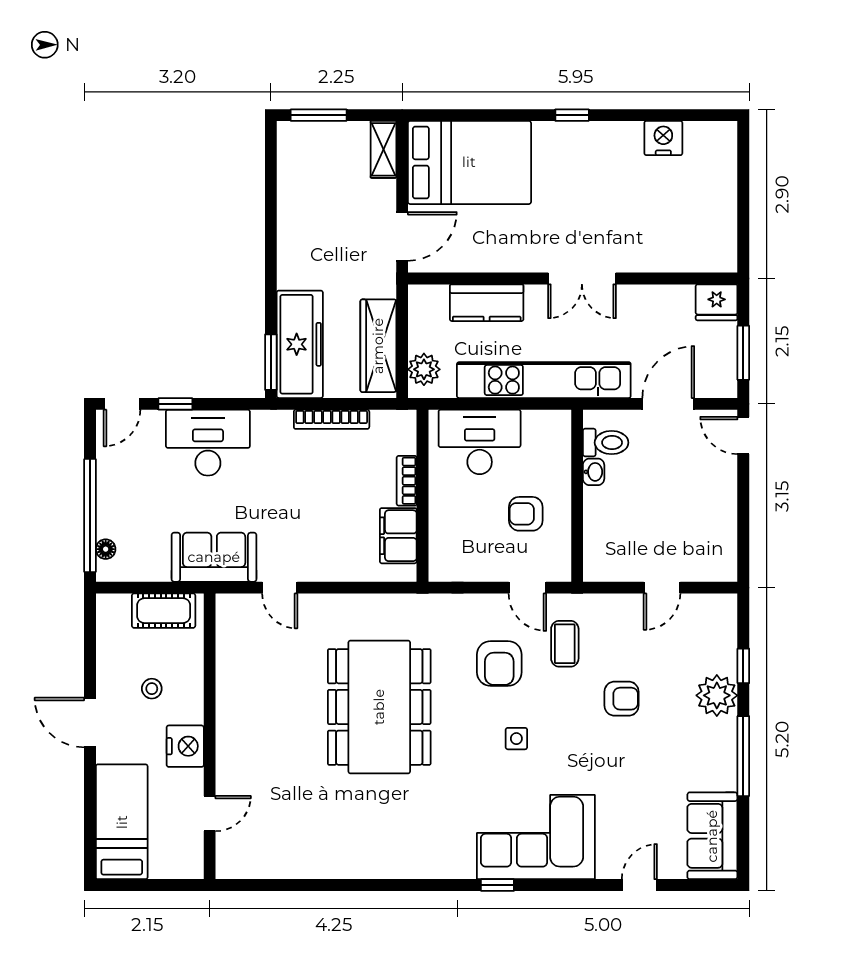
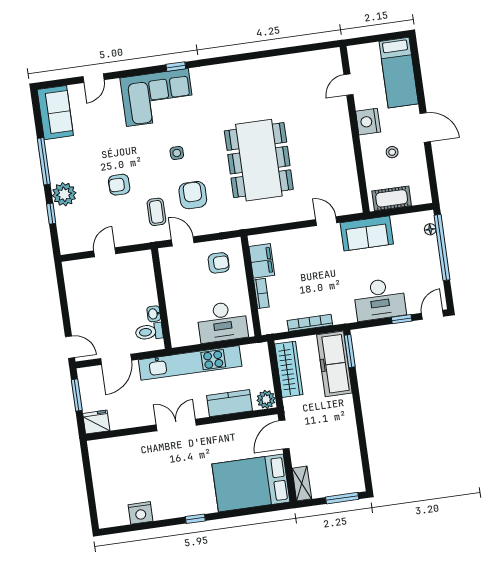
plant: (424, 369) -> (266, 399), moved
armchair: (526, 514) -> (219, 263), moved

